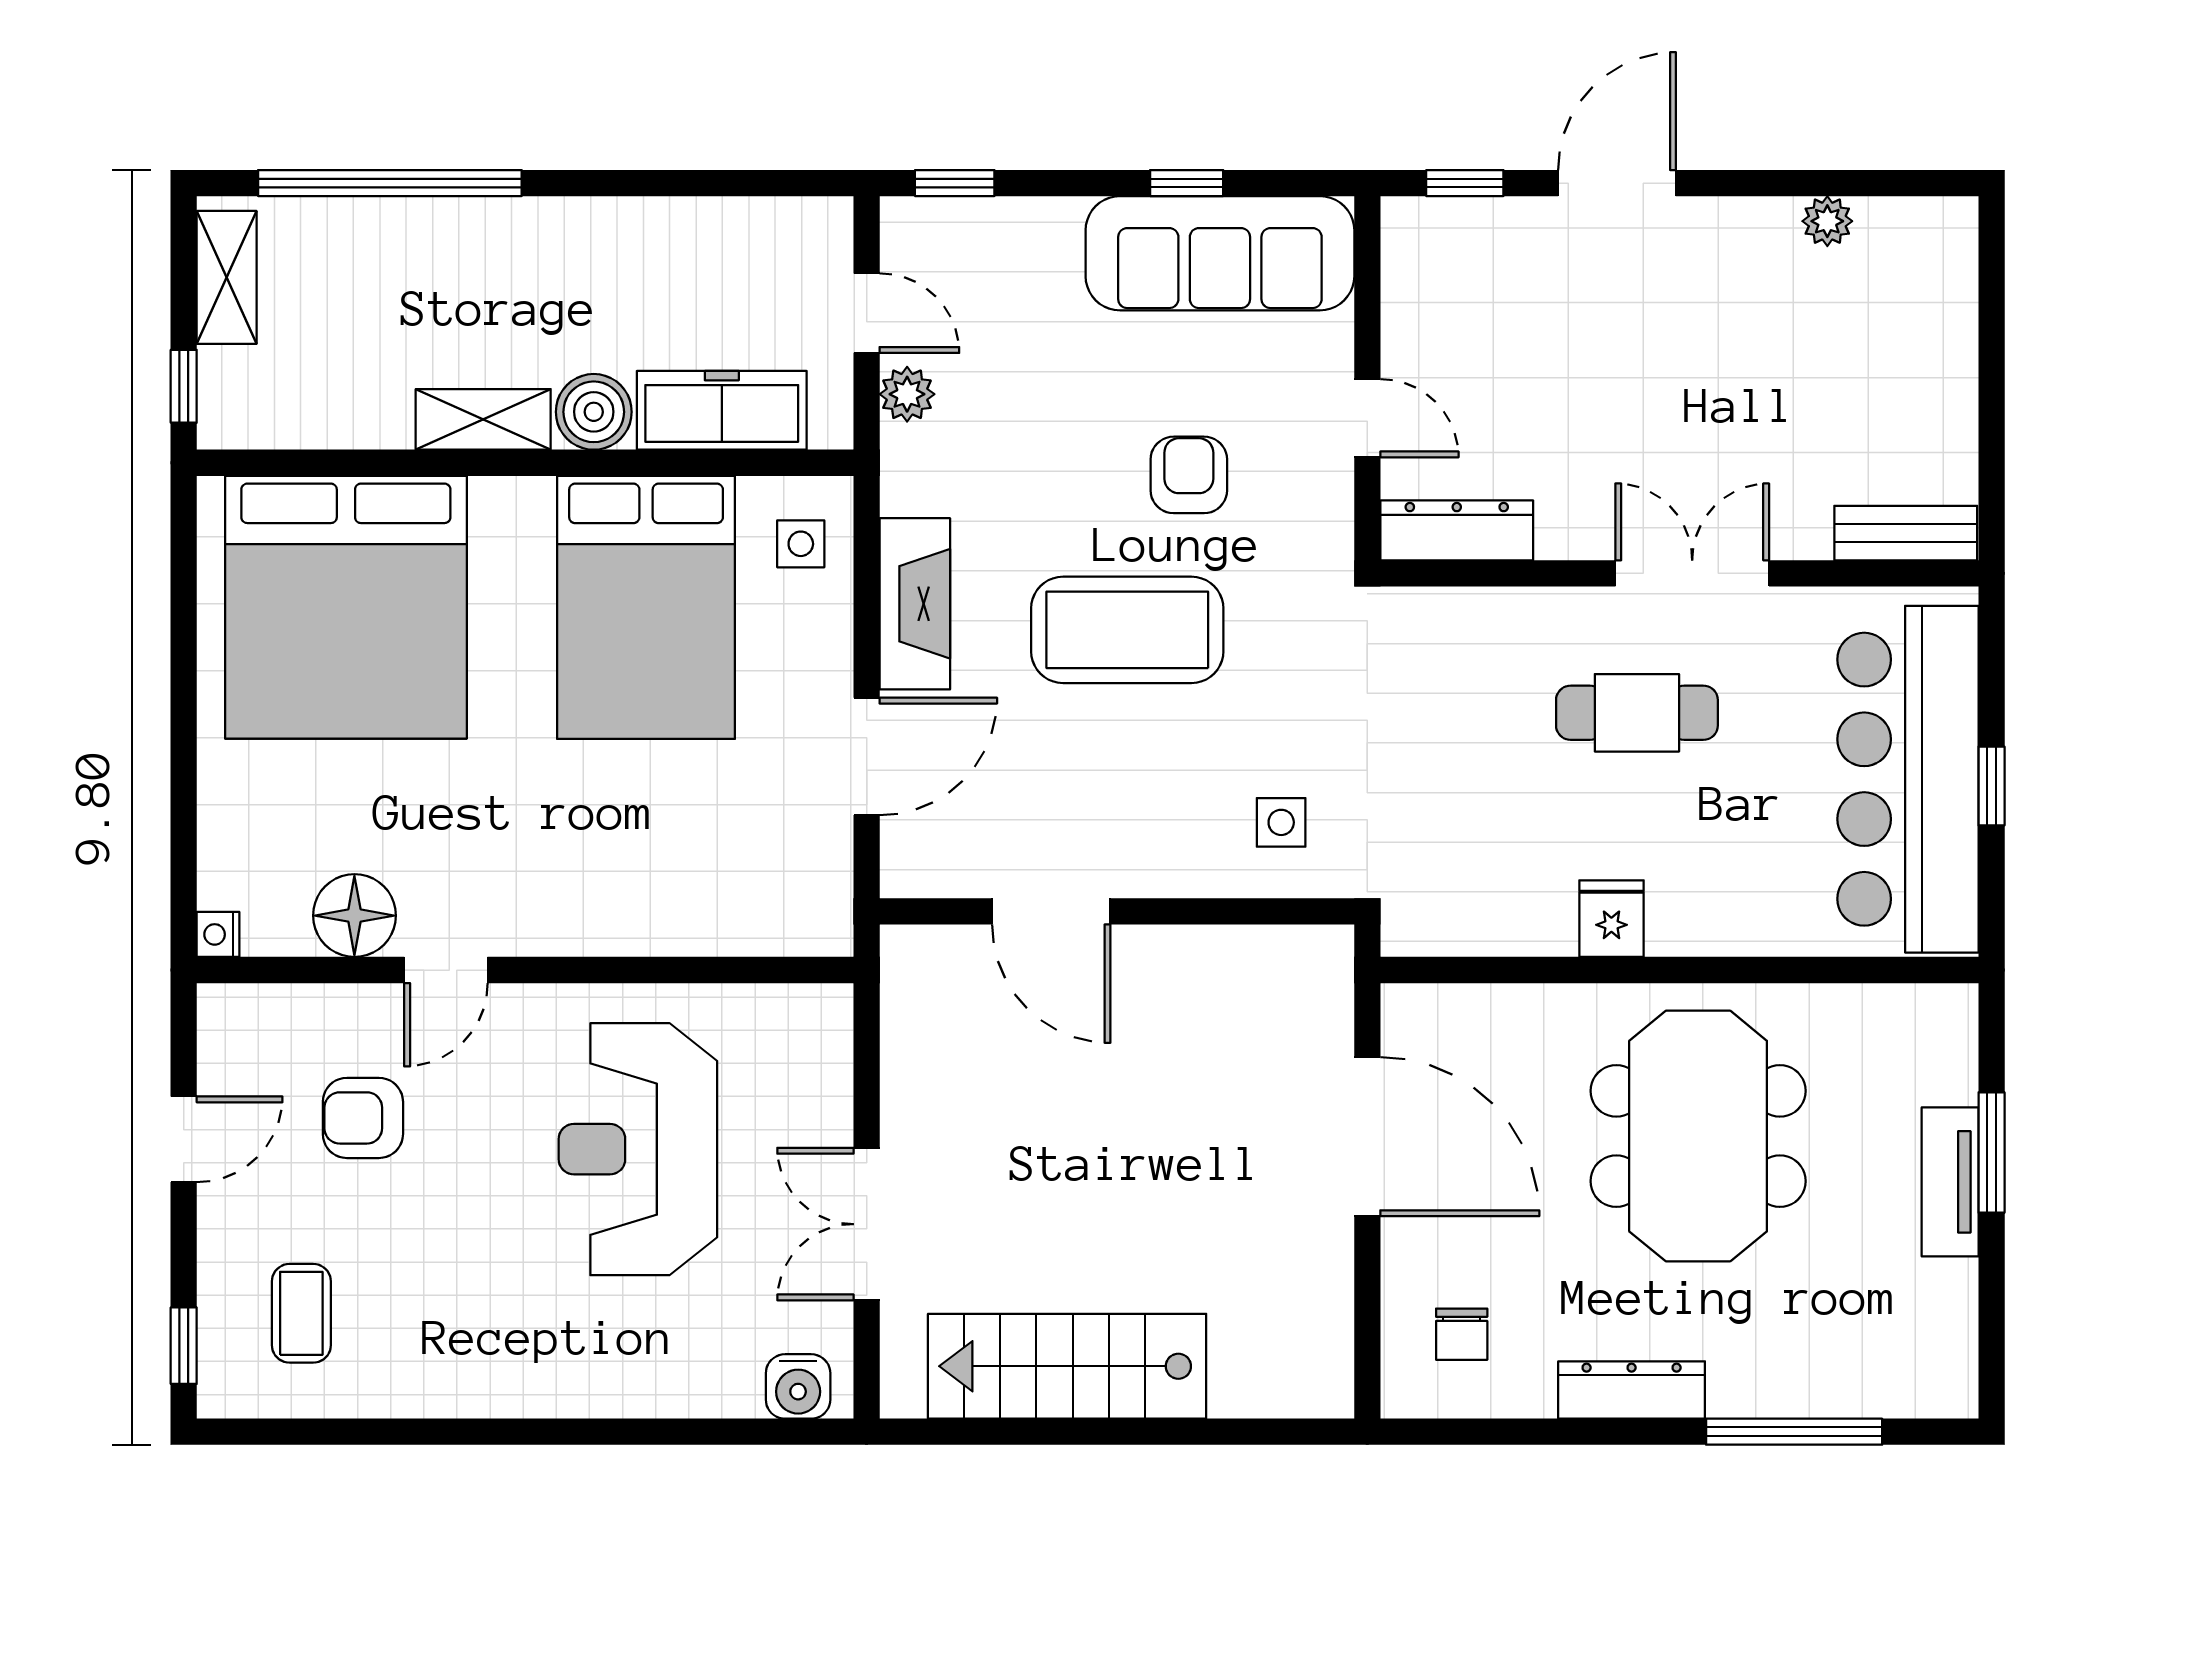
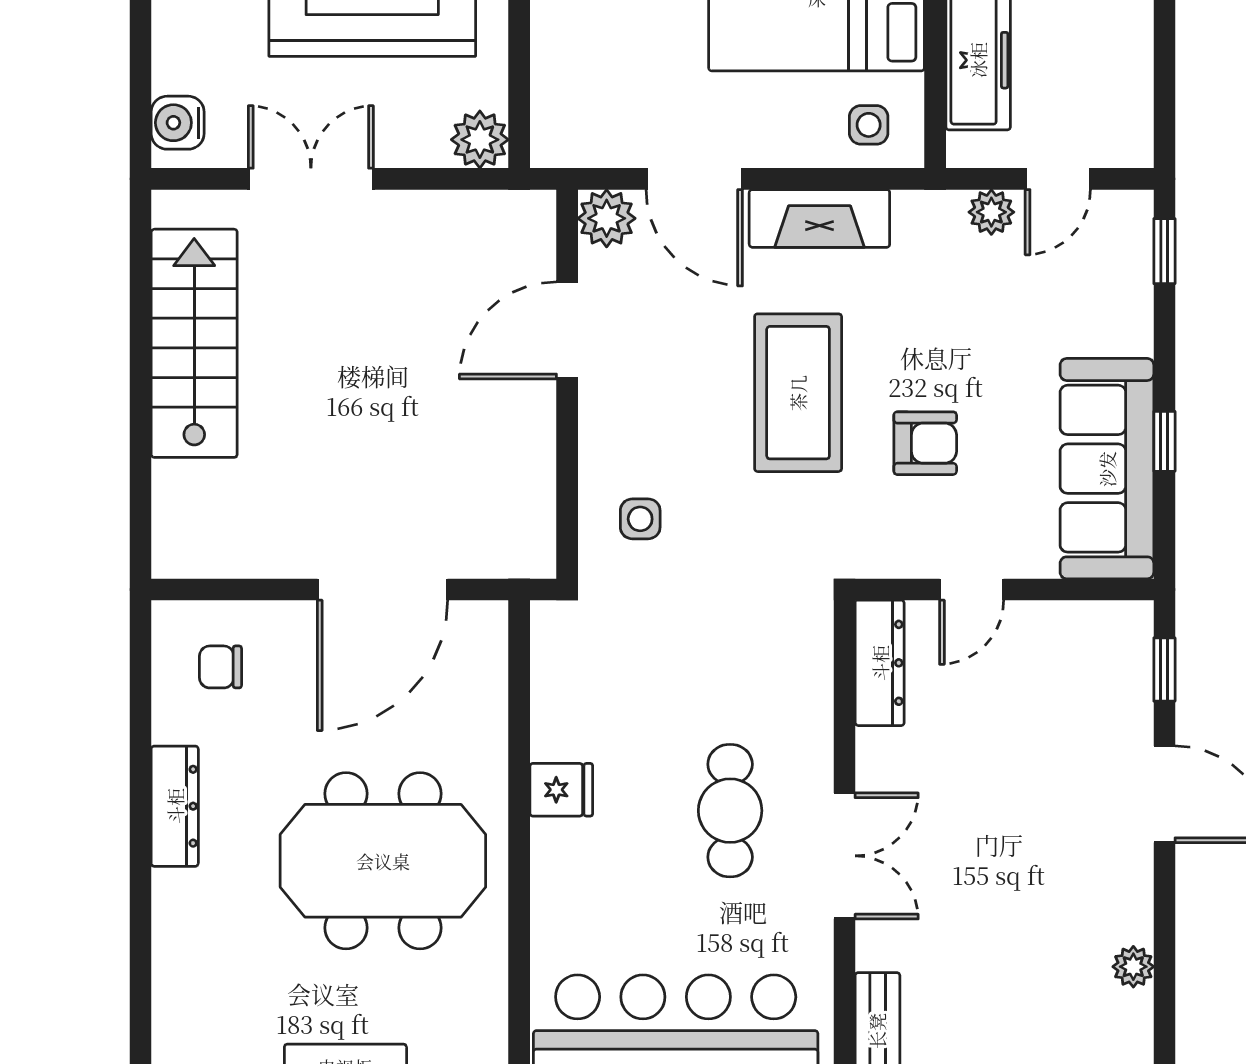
plant: (915, 863) -> (607, 218), added
plant: (819, 1018) -> (480, 140), added
window: (1794, 1432) -> (141, 940), removed

